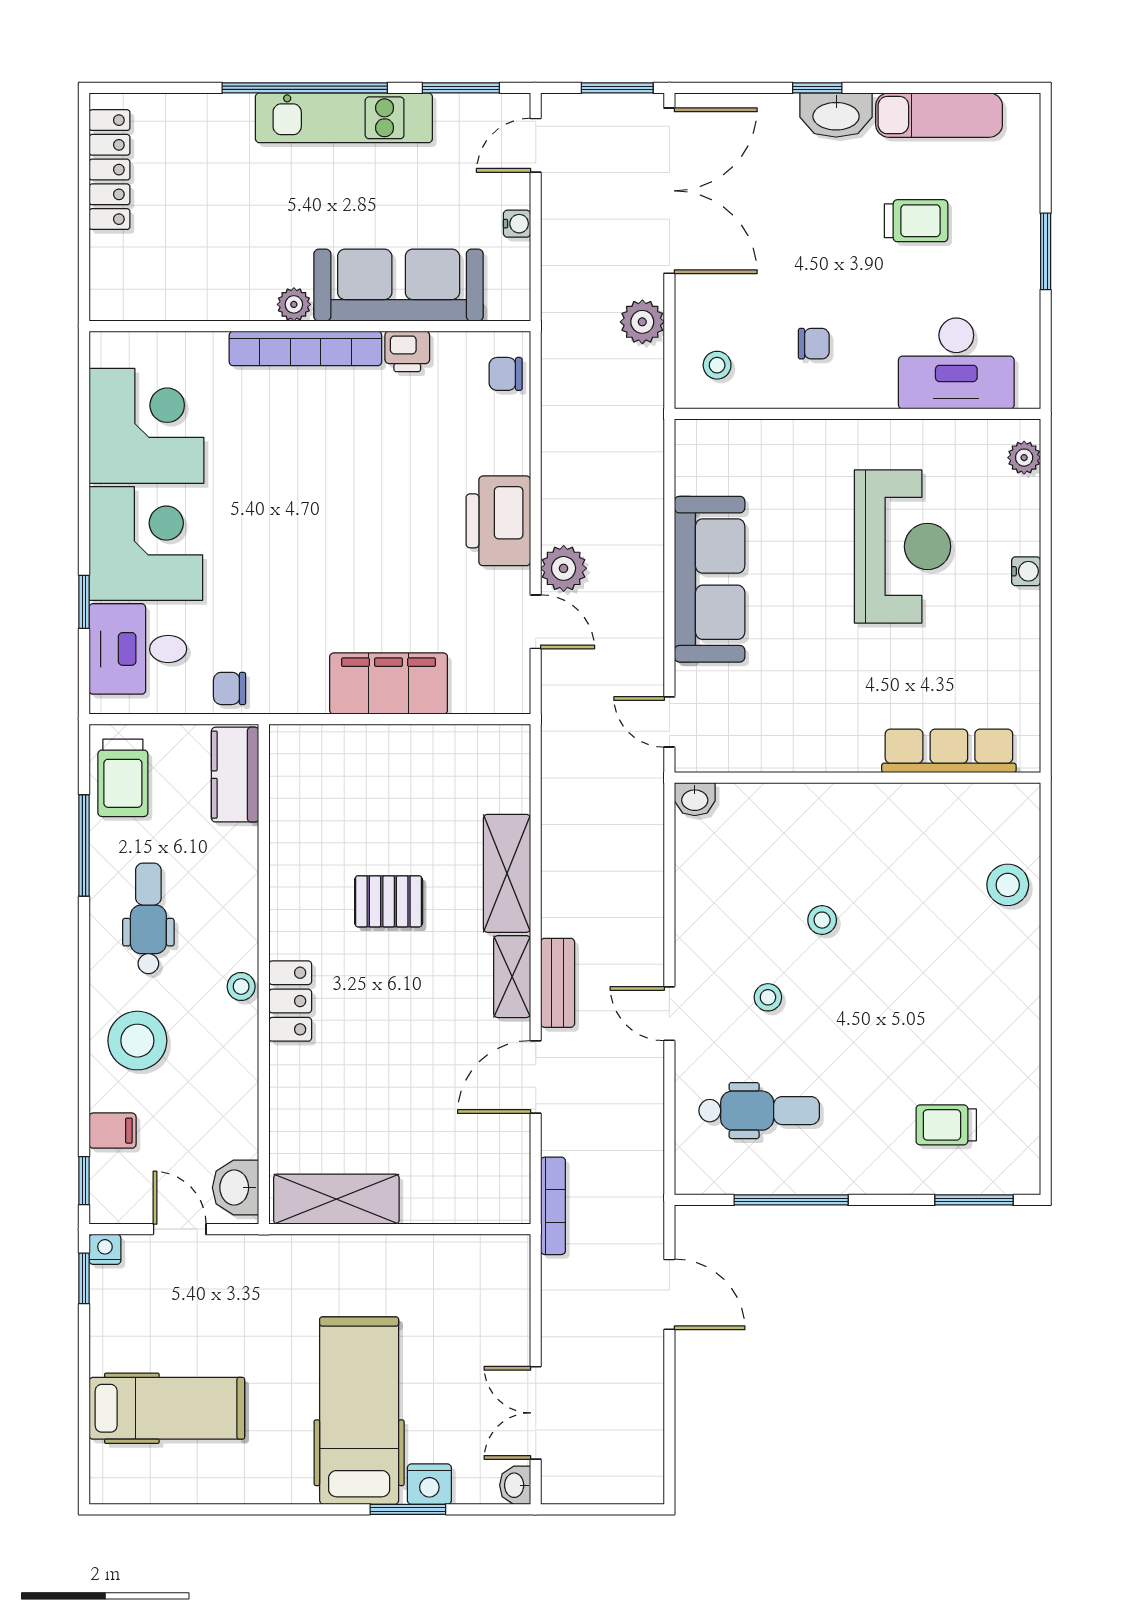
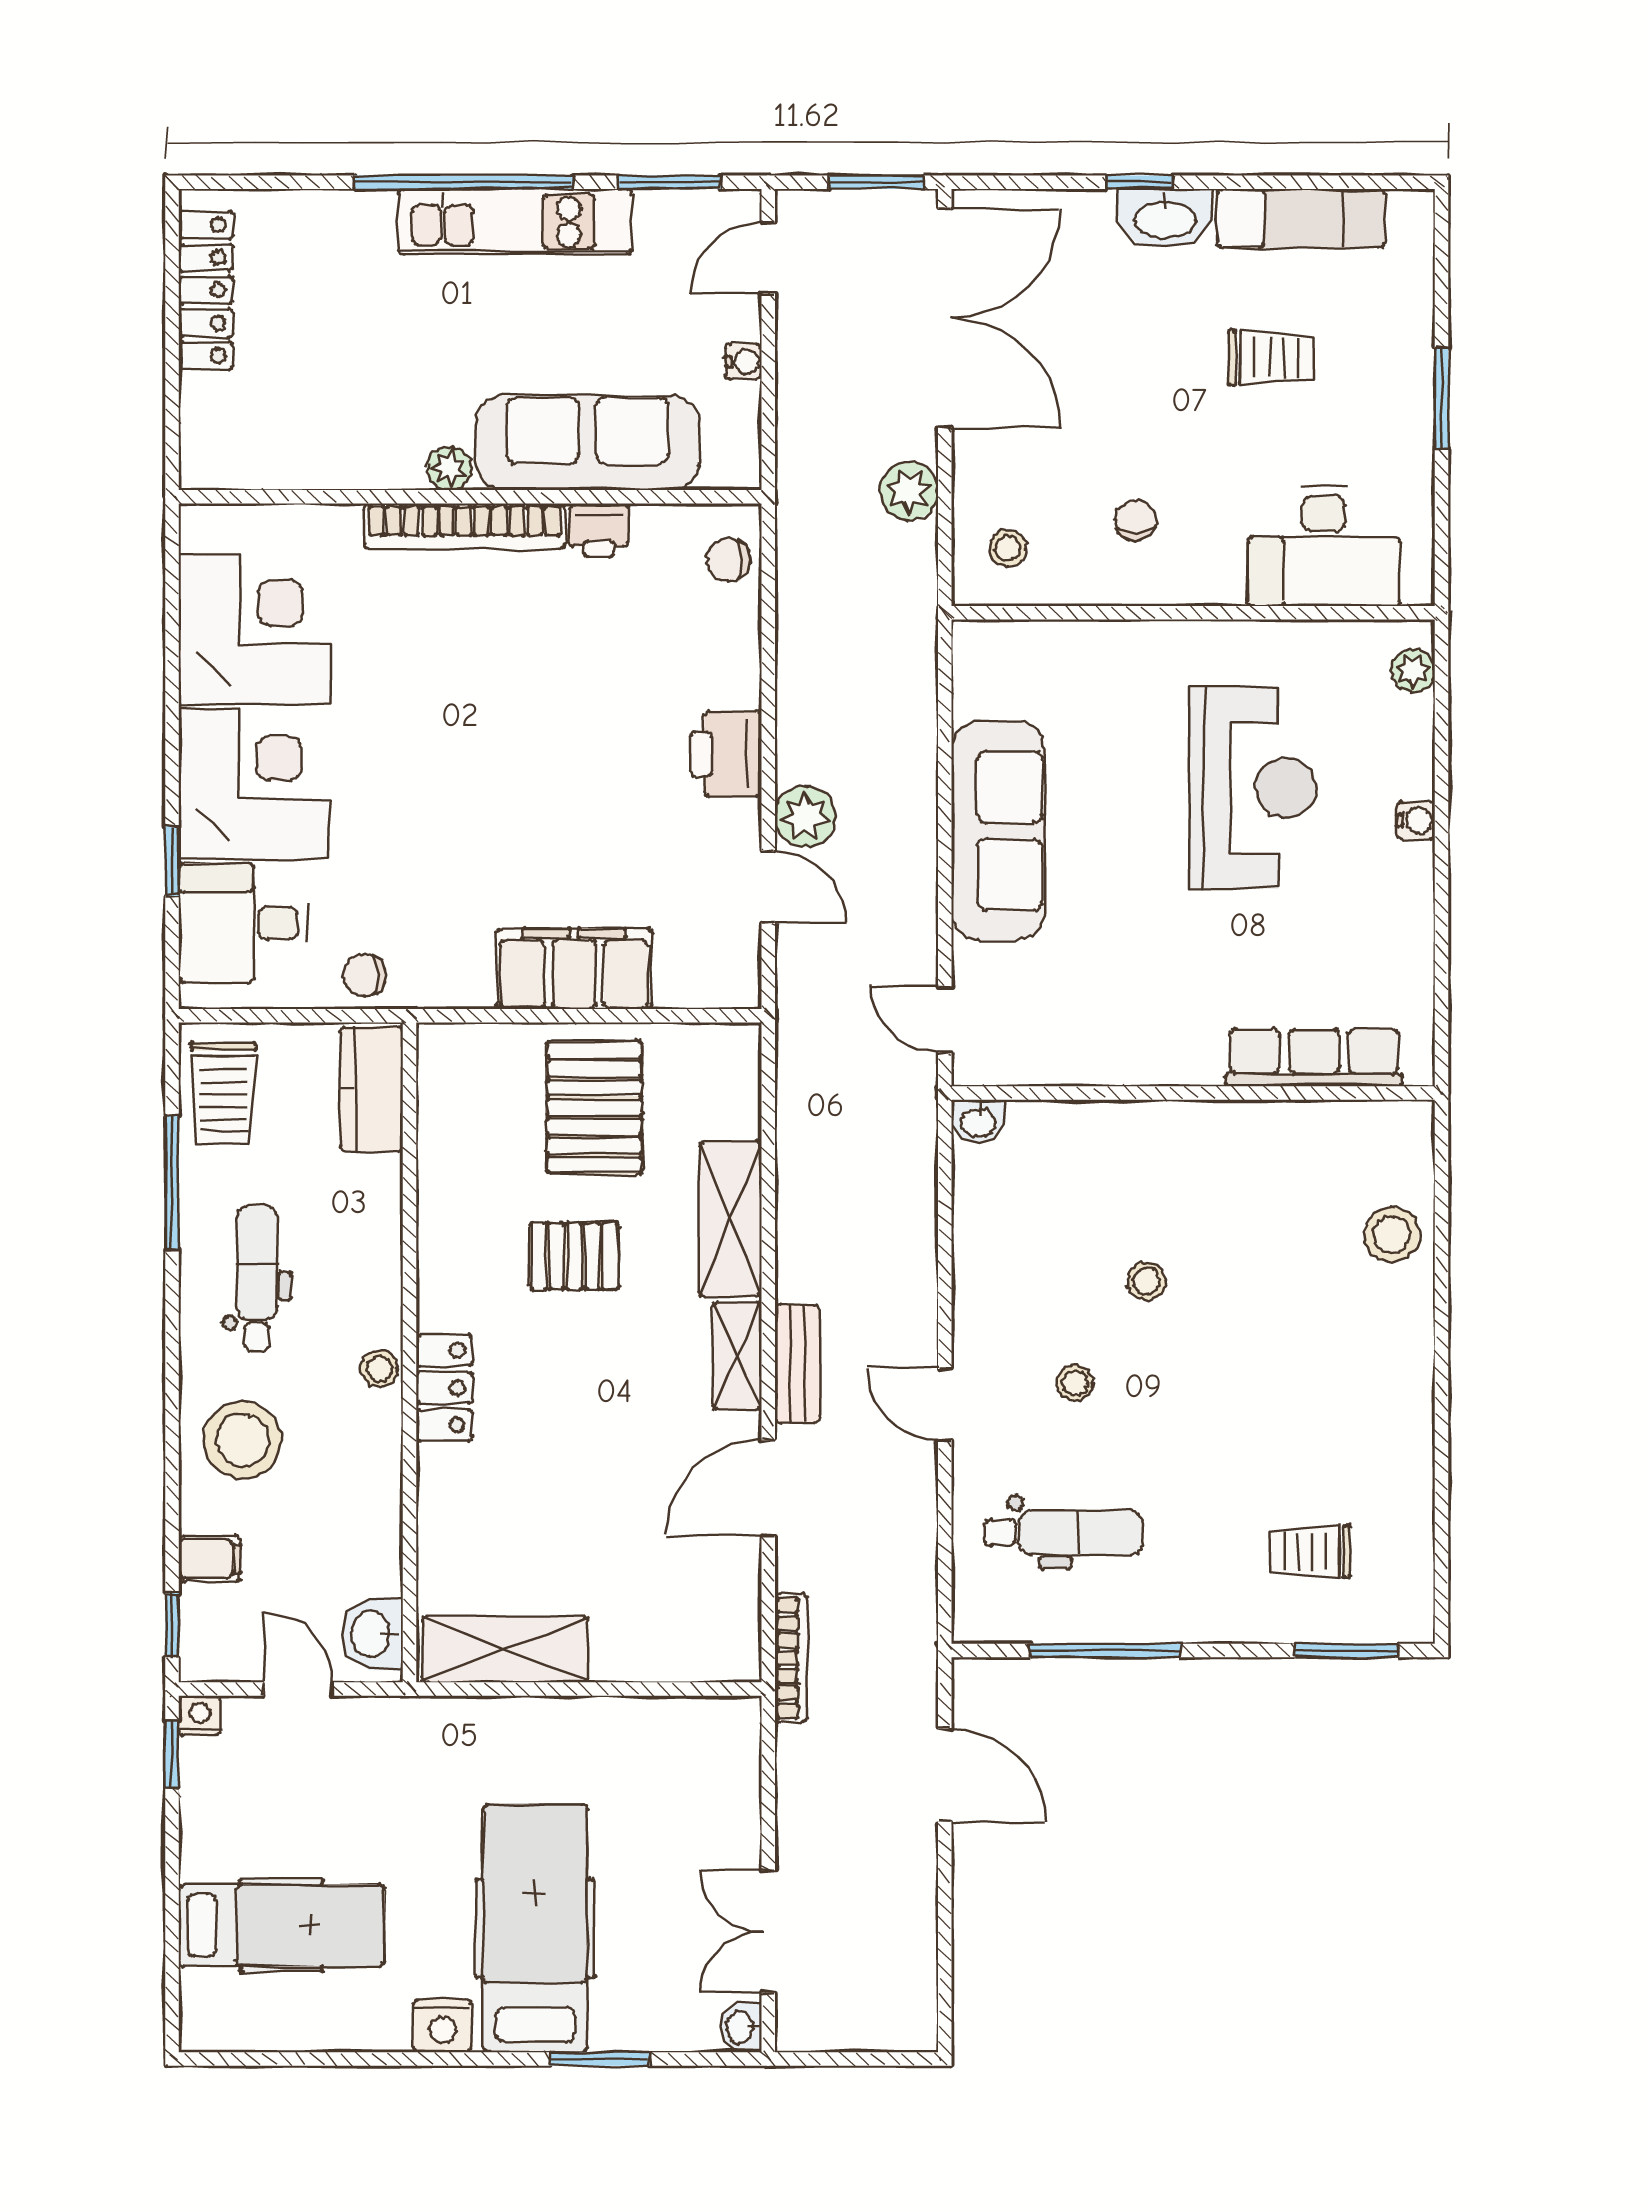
chair: (814, 344) -> (1136, 520), turned -90
printer: (498, 521) -> (726, 754), width x0.73, depth x0.84
pallet: (404, 789) -> (594, 1107), added
nightstand: (429, 1484) -> (442, 2026), moved

